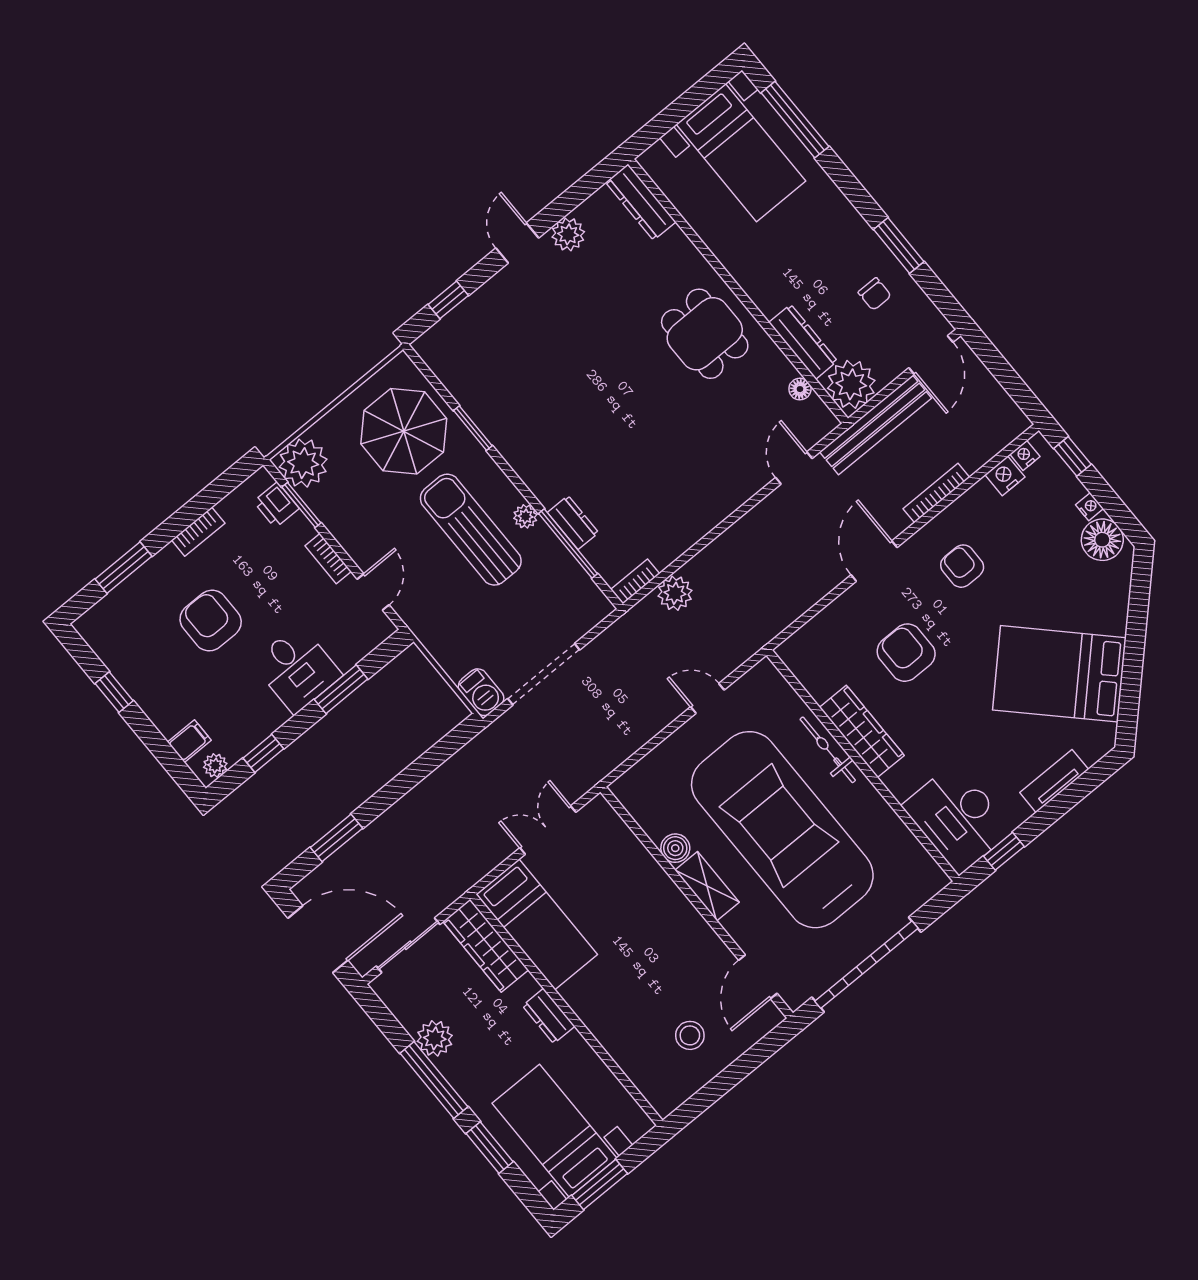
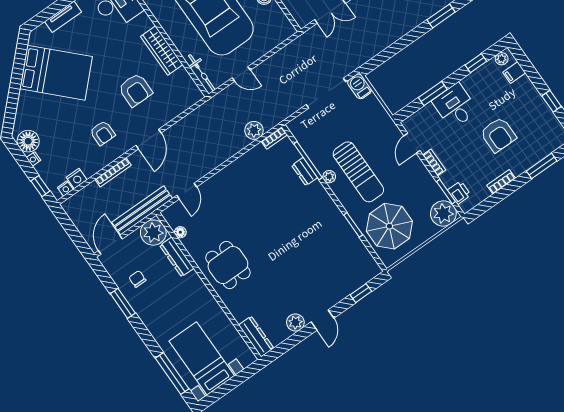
bicycle: (828, 750) -> (202, 73), moved

